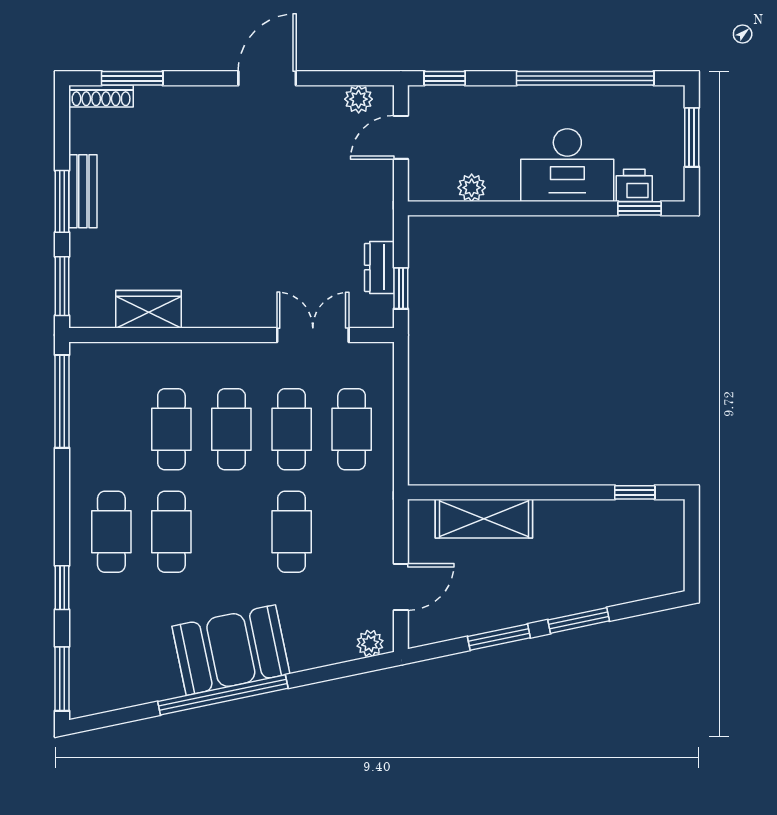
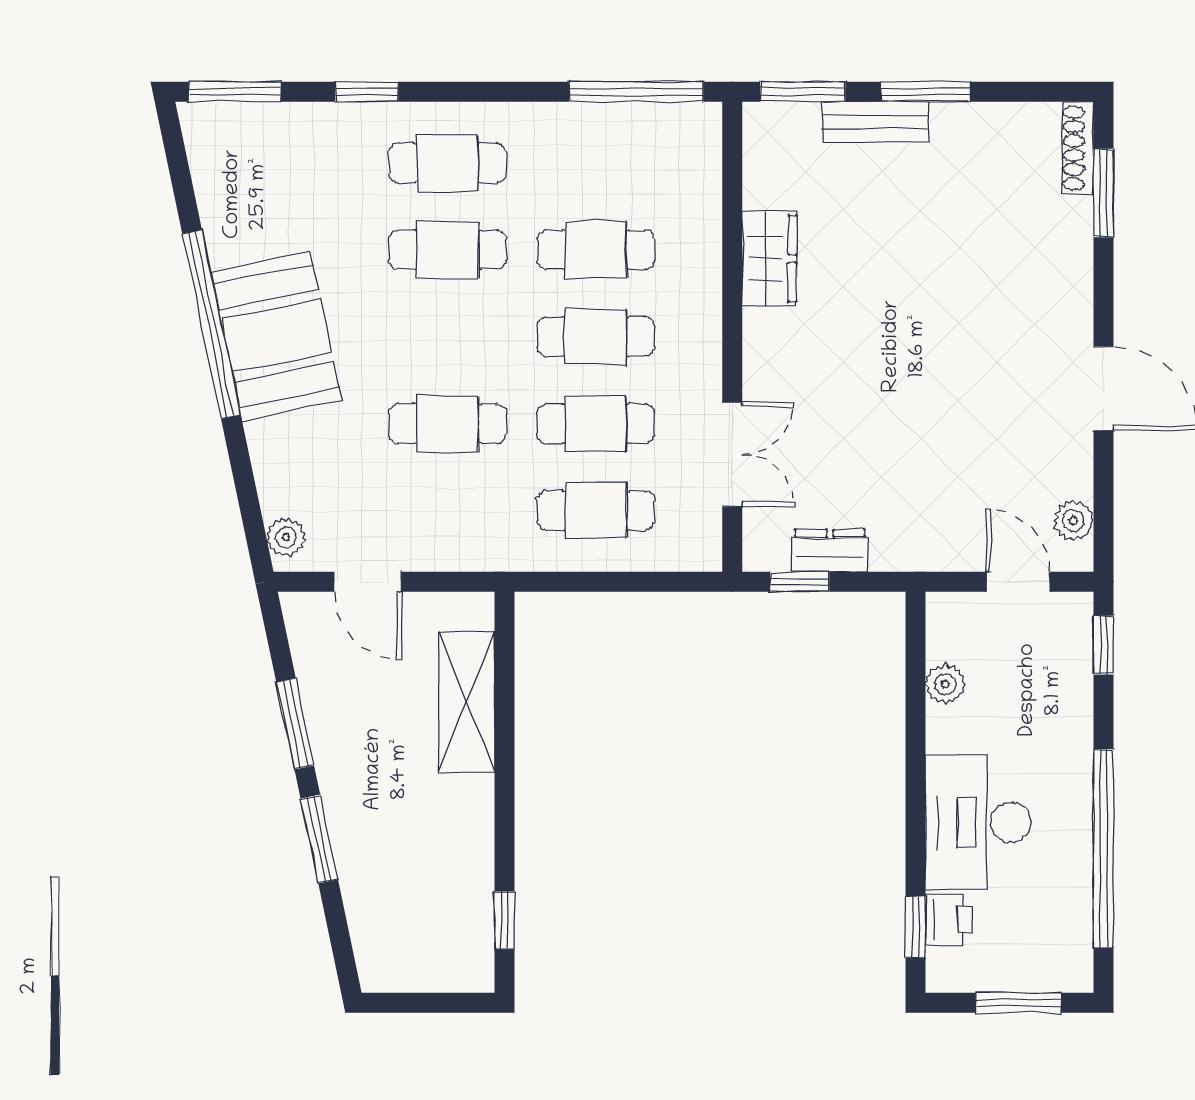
bench: (83, 191) -> (875, 122), moved
wardrobe: (148, 309) -> (769, 259), moved

